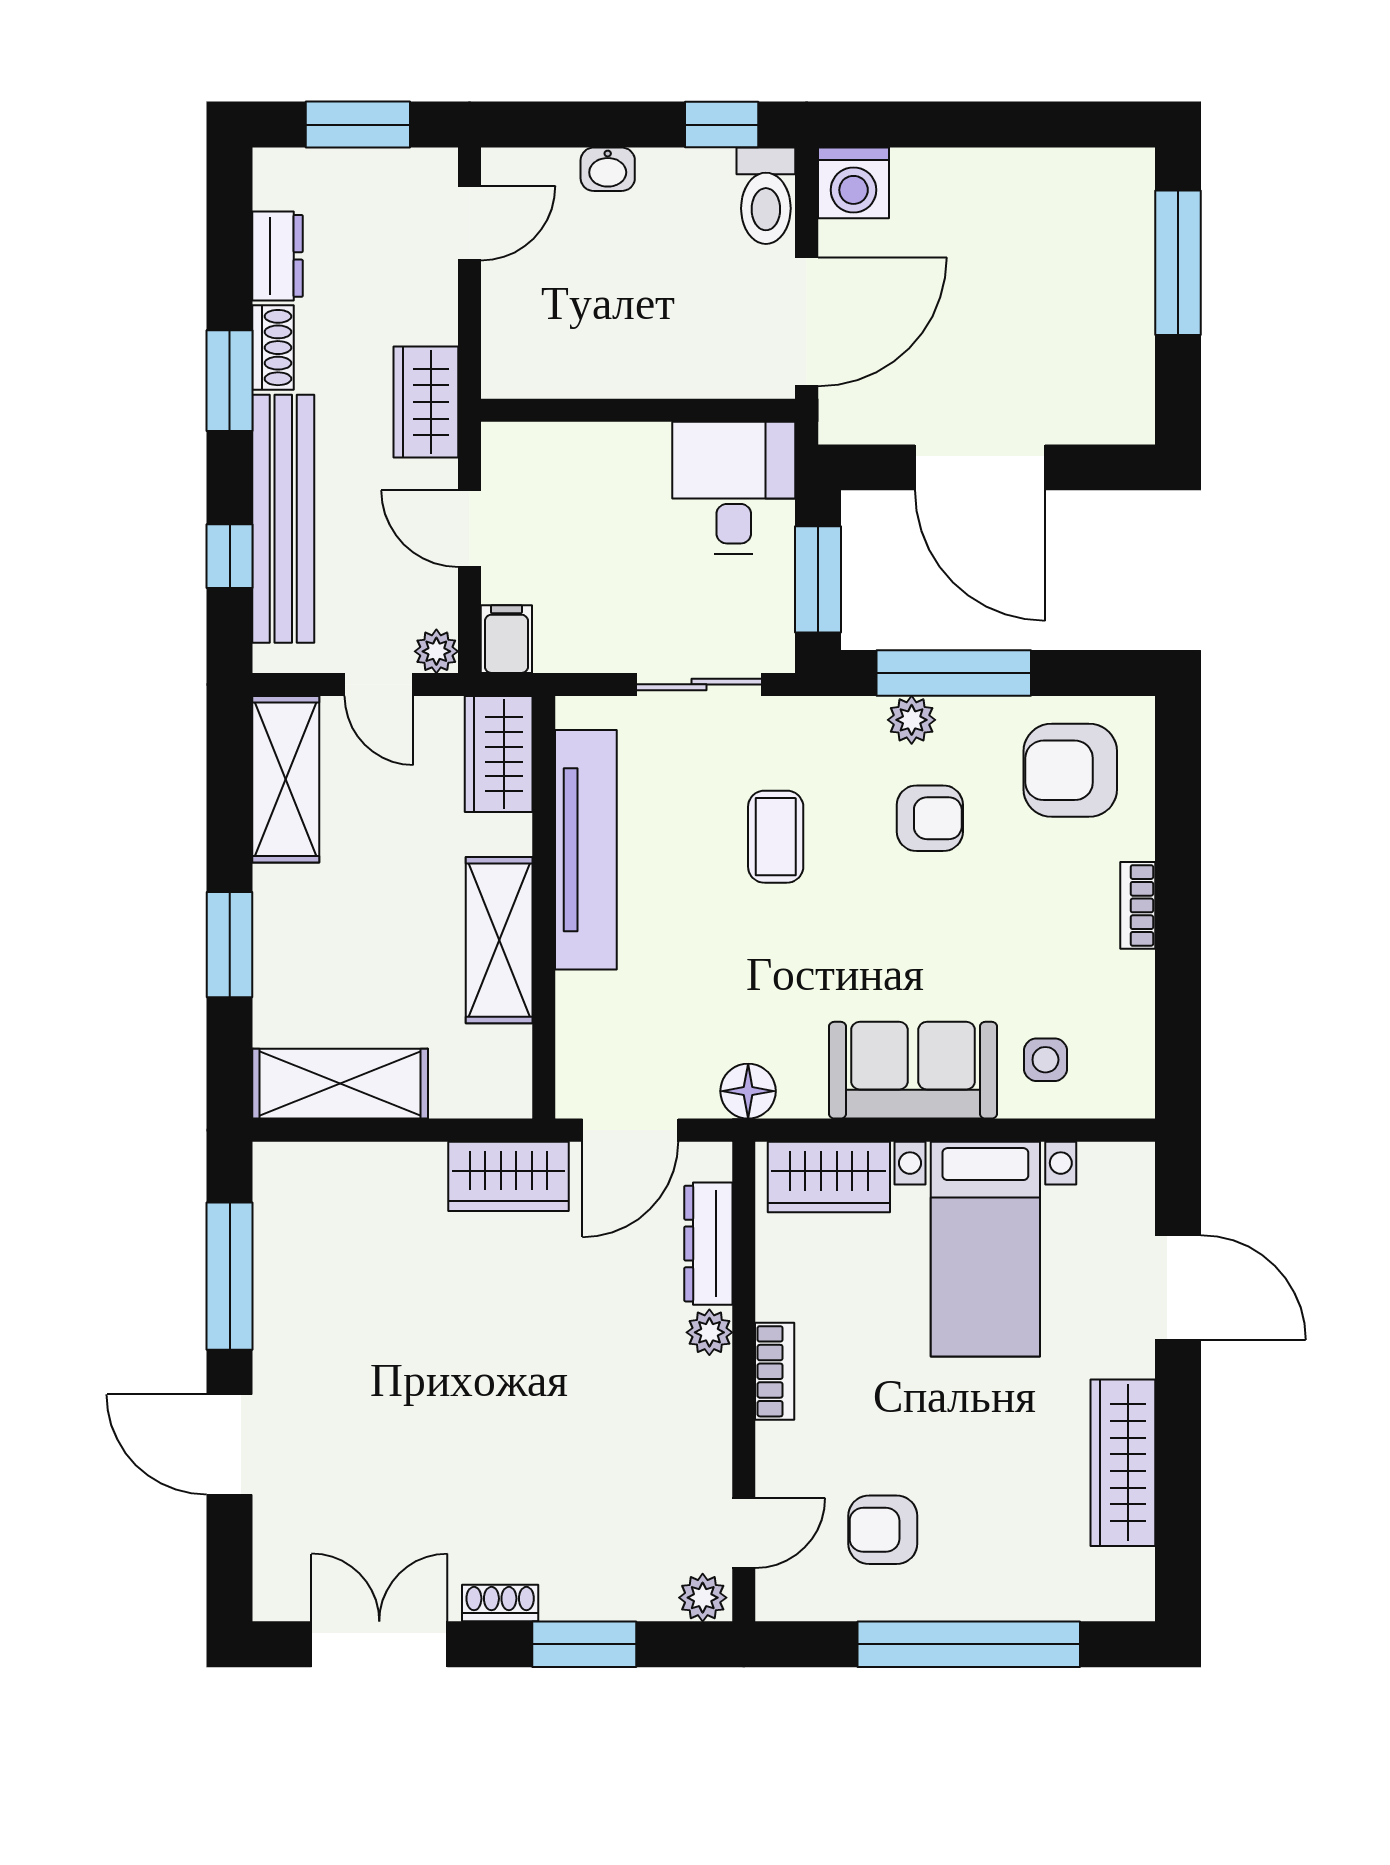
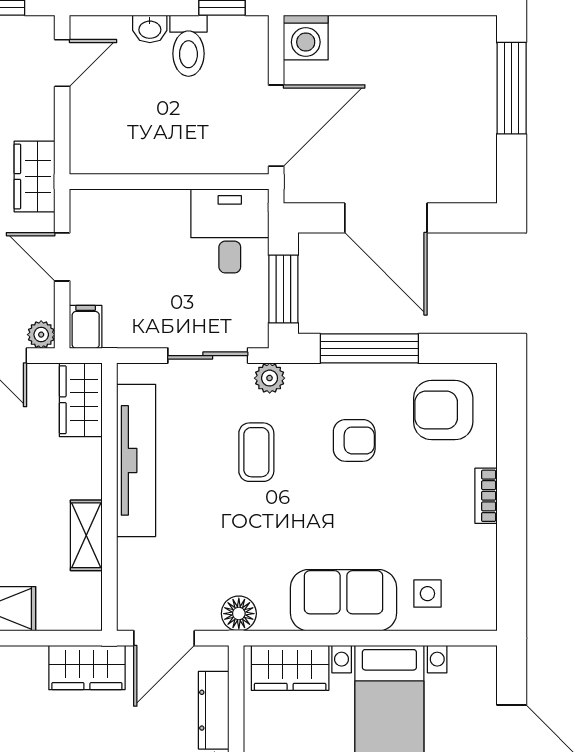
toilet: (766, 196) -> (188, 46), moved
plant: (912, 720) -> (270, 378), moved
shelving: (499, 940) -> (86, 535), width x0.67, depth x0.75

